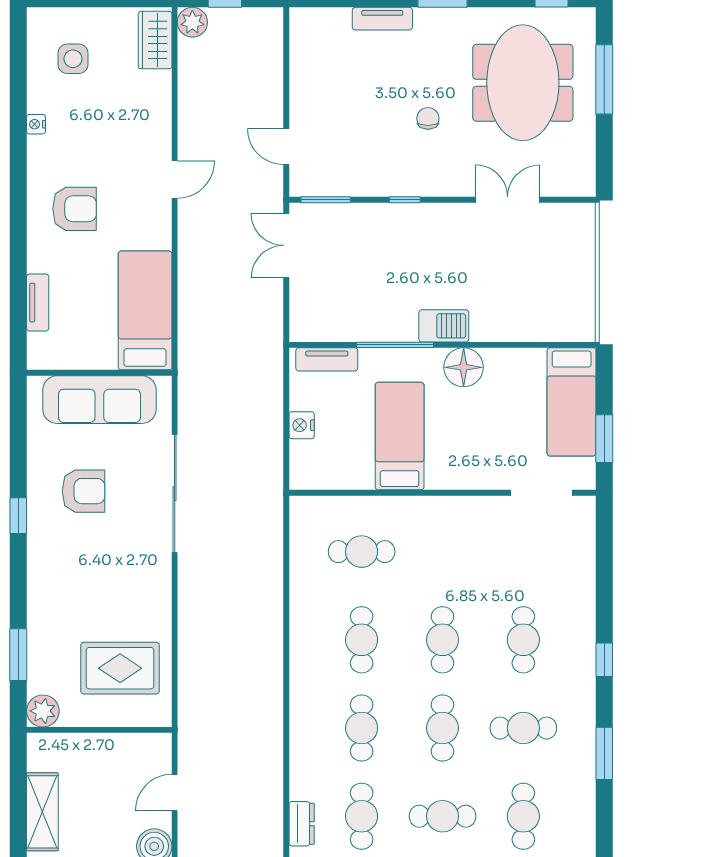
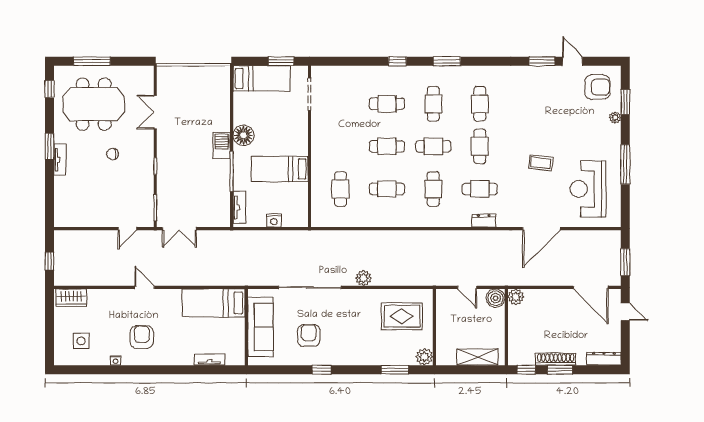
tv unit: (382, 19) -> (60, 160), moved
plant: (192, 22) -> (364, 278), moved
armchair: (75, 209) -> (142, 337), moved
rug: (120, 668) -> (402, 316), turned 90
cafe table: (362, 728) -> (433, 189), turned 90
cafe table: (523, 816) -> (480, 104), turned 90

